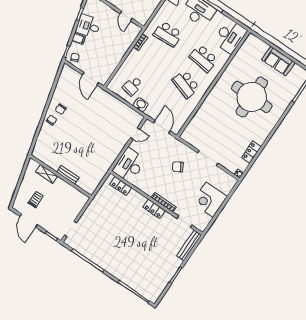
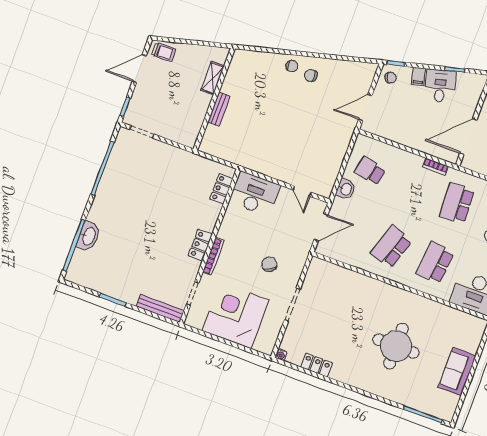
door: (126, 16) -> (468, 137), width x1.88
round table: (252, 97) -> (396, 346), width x0.73, depth x0.73
trolley: (36, 199) -> (164, 52), moved
corner desk: (210, 200) -> (236, 315), width x1.36, depth x1.36
washbasin: (130, 281) -> (89, 236), added

